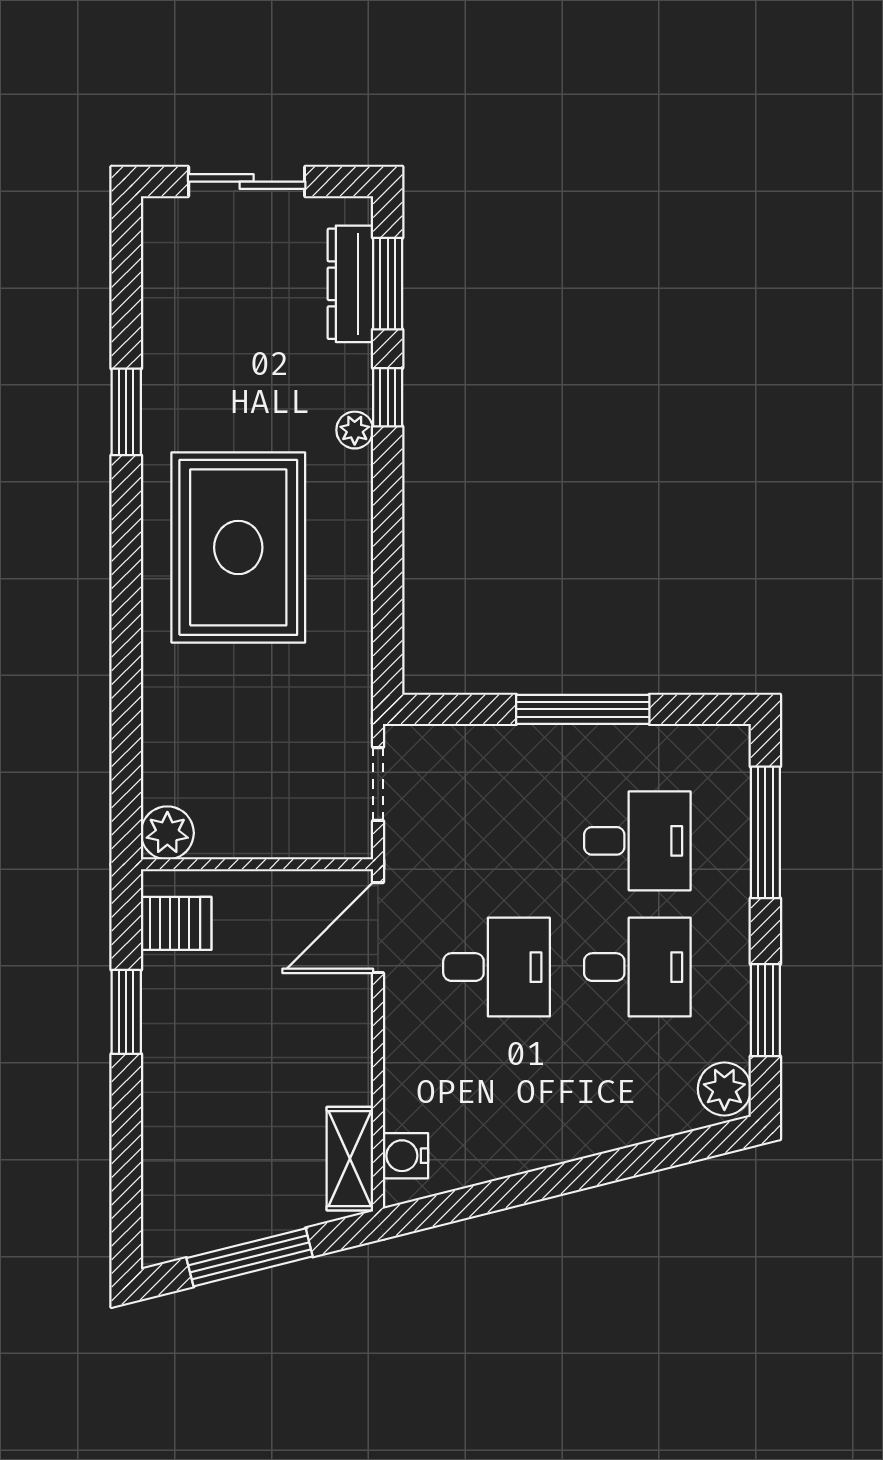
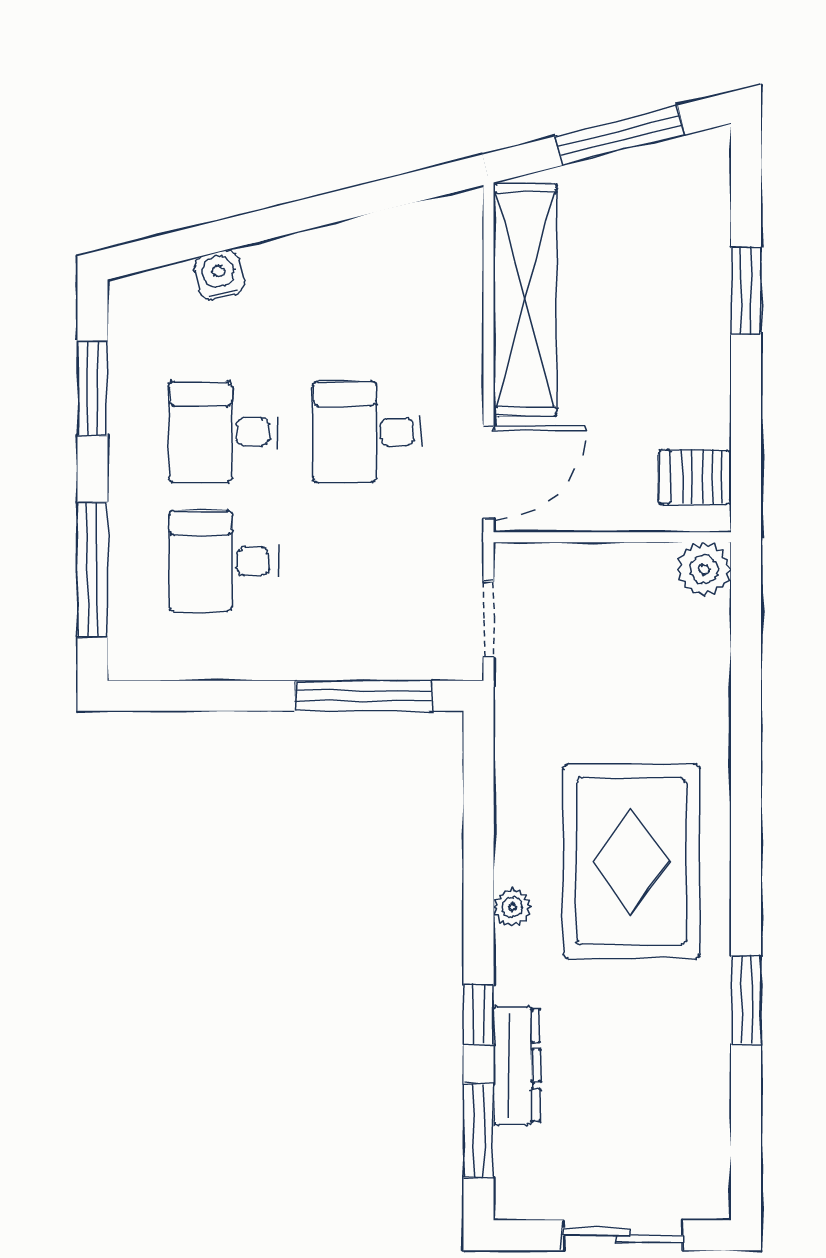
dresser: (350, 284) -> (517, 1065), moved
plant: (355, 430) -> (512, 907), moved
window: (583, 709) -> (364, 696), moved
window: (126, 1012) -> (746, 291), moved
plant: (724, 1089) -> (134, 308), removed
water cooler: (405, 1156) -> (219, 275), moved, turned -104
shelving: (350, 1159) -> (525, 300), width x2.20, depth x1.33

